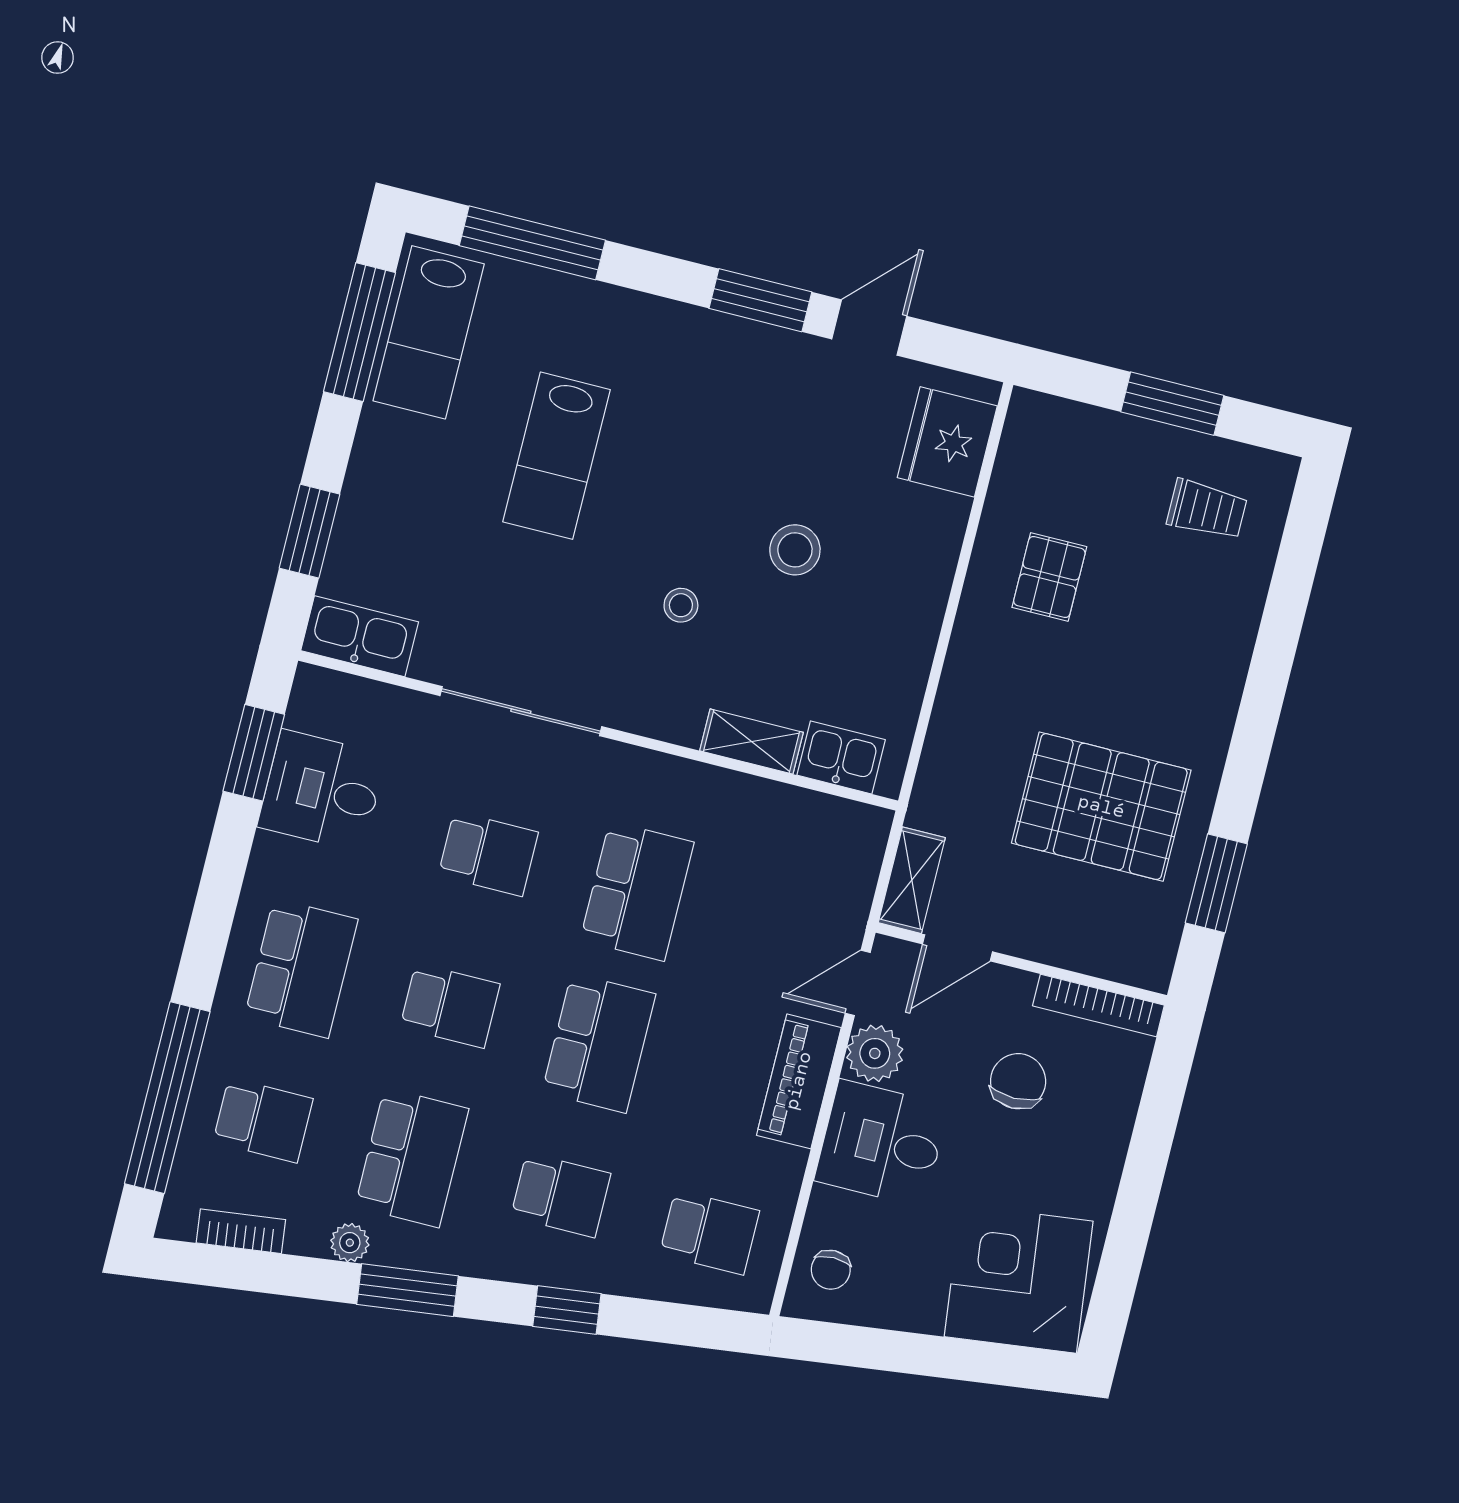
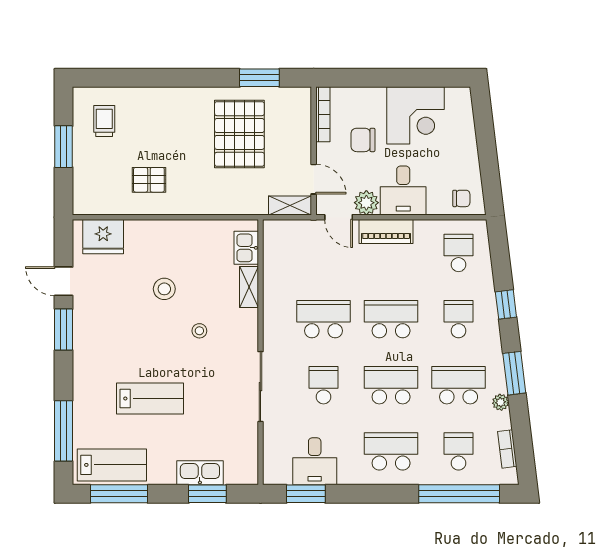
kitchen sink: (360, 636) -> (200, 473), moved, turned 90
school desk: (450, 1006) -> (391, 385), width x1.85
corner desk: (1019, 1279) -> (415, 115), moved, turned -83

